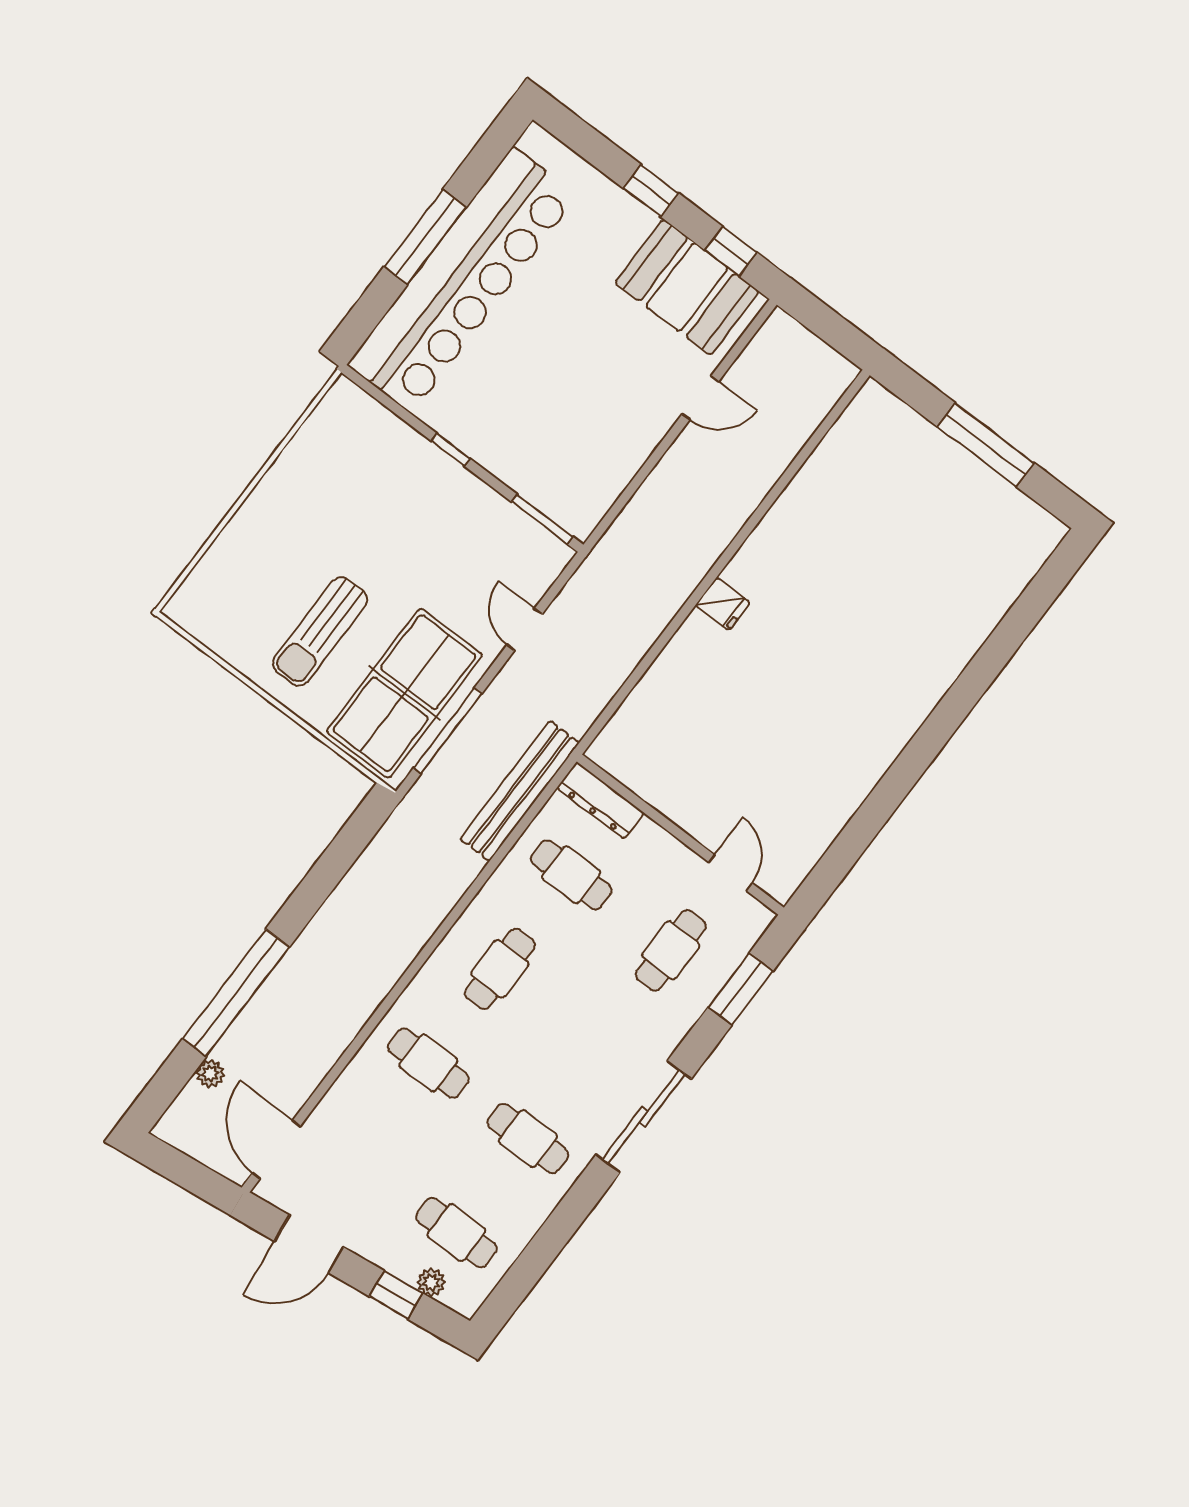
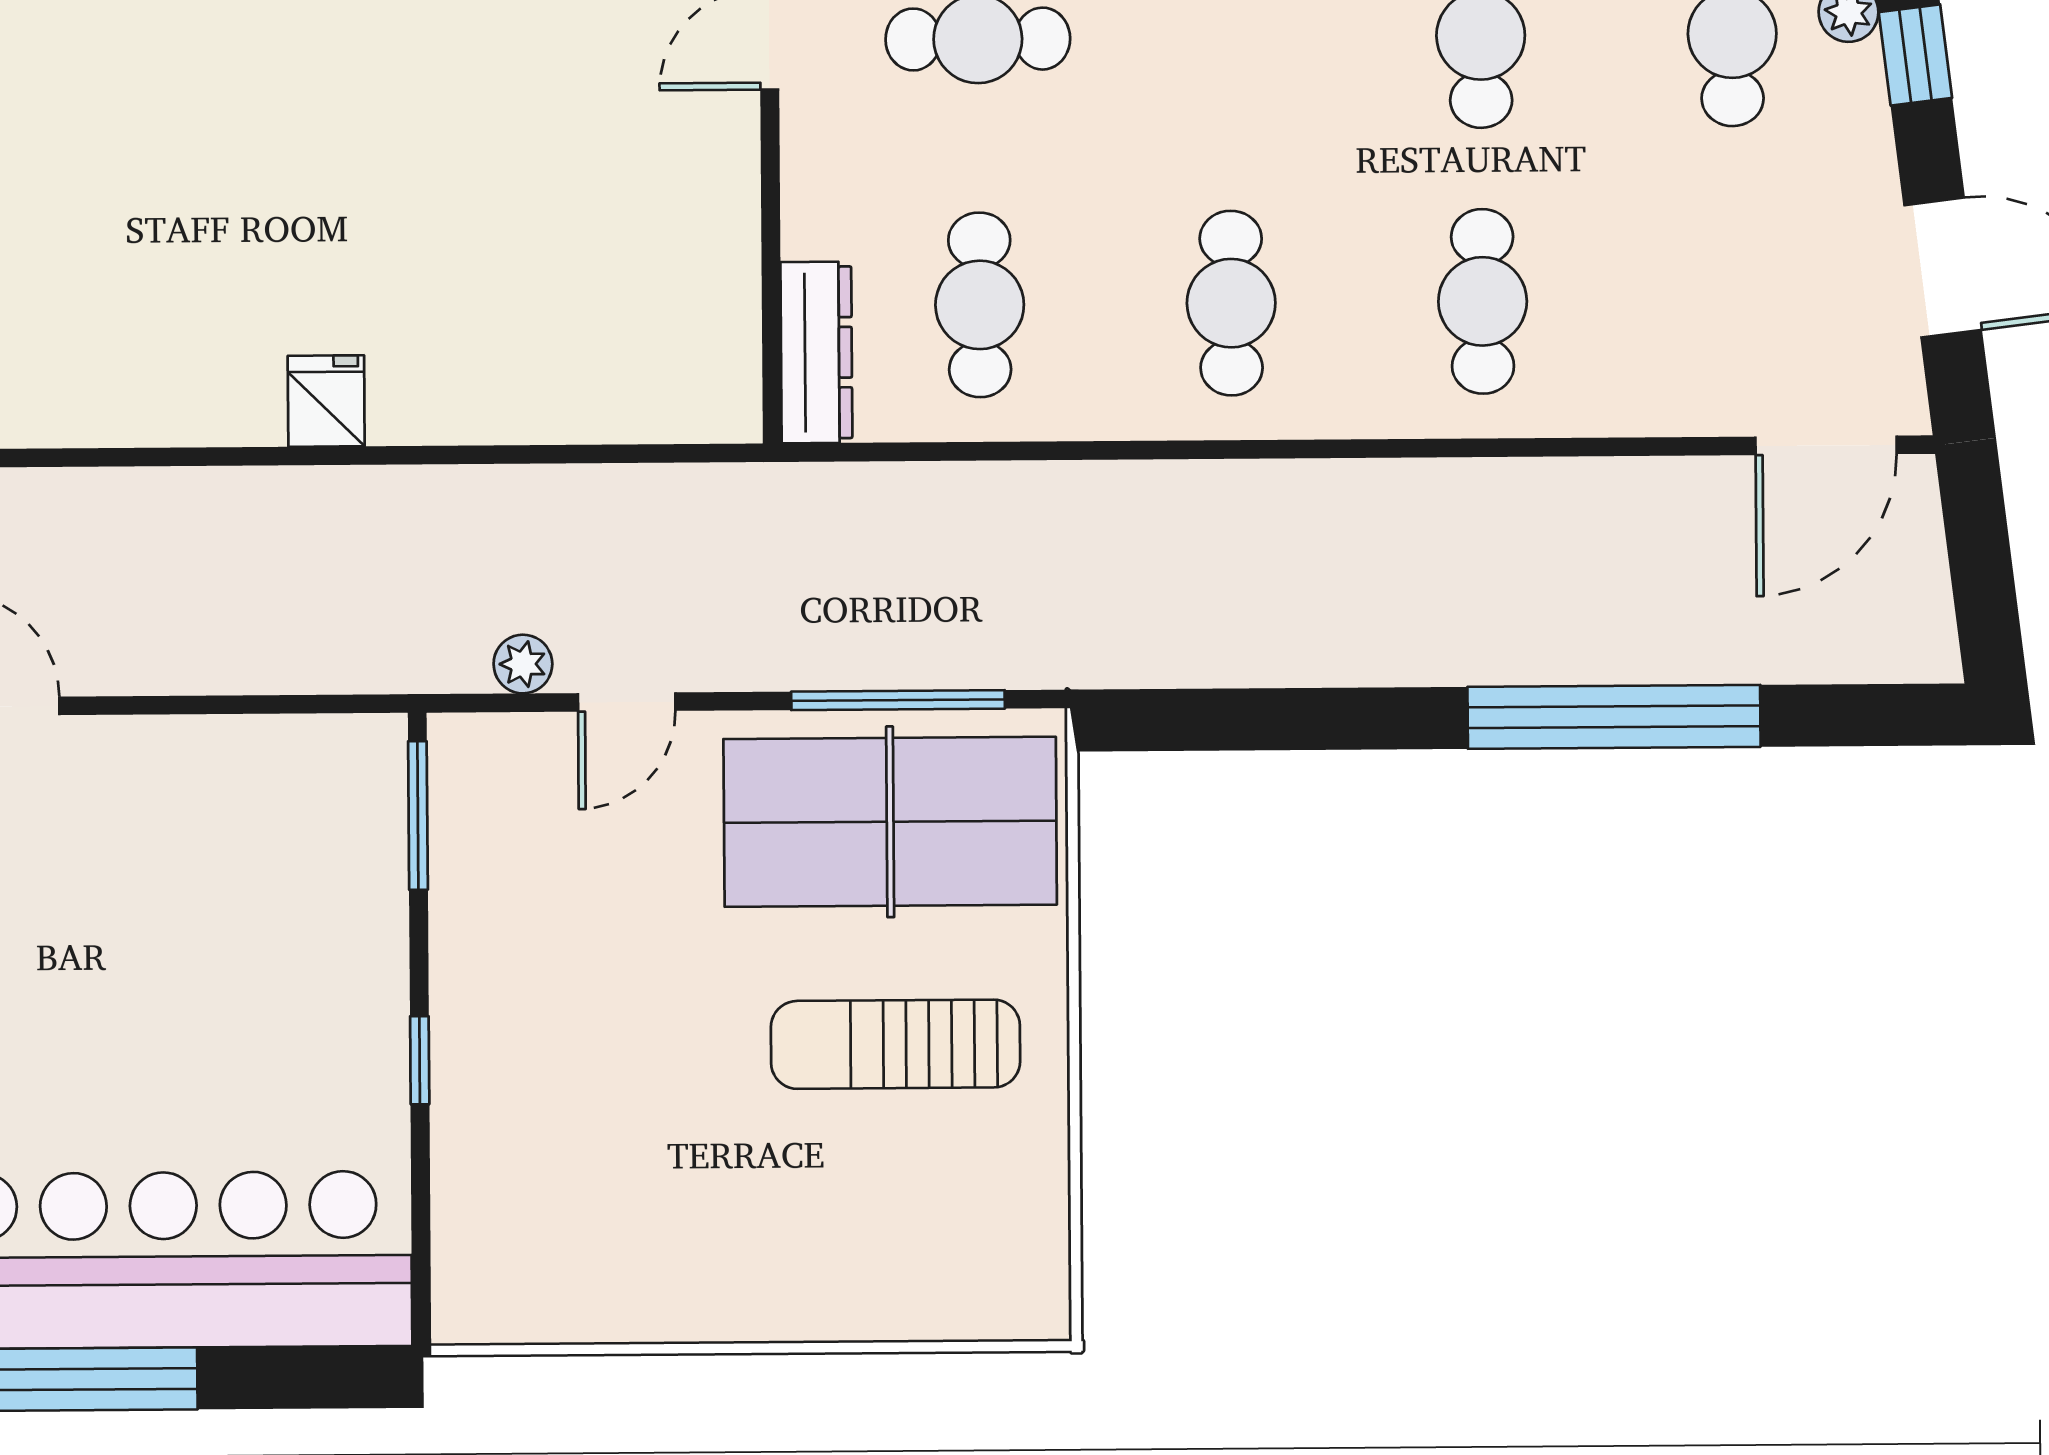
sun lounger: (320, 631) -> (895, 1044), turned 180
bench: (520, 791) -> (905, 501), removed
cafe table: (500, 969) -> (1231, 303), turned 90
plant: (210, 1074) -> (523, 664), moved

